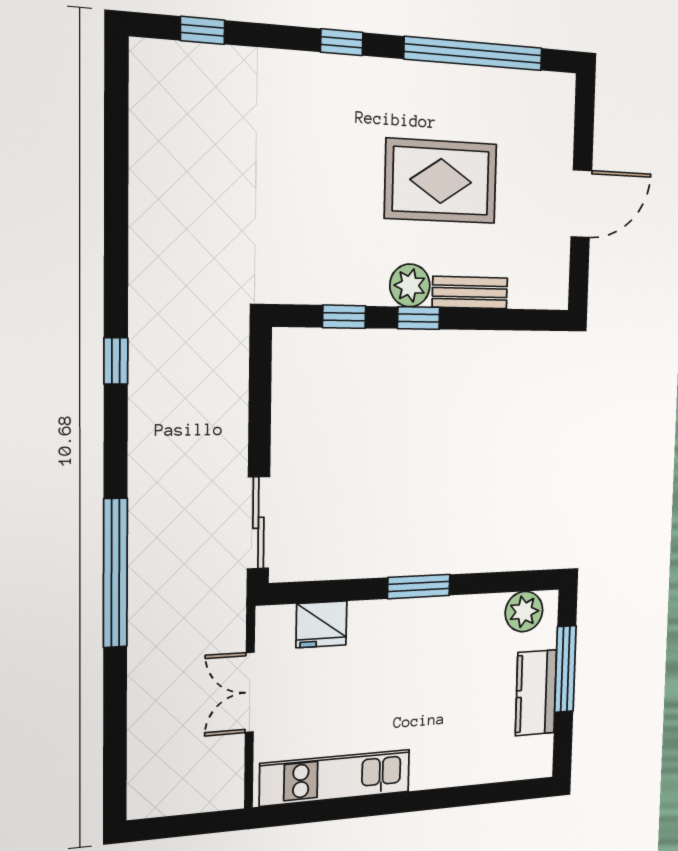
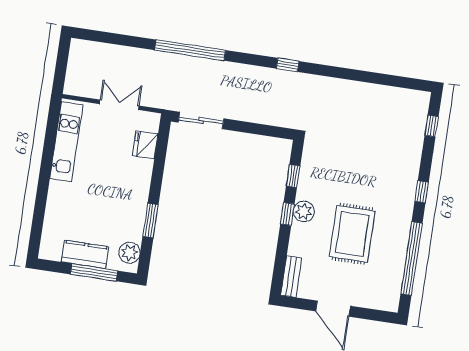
bench: (470, 293) -> (291, 277), moved
window: (419, 586) -> (150, 220), moved

